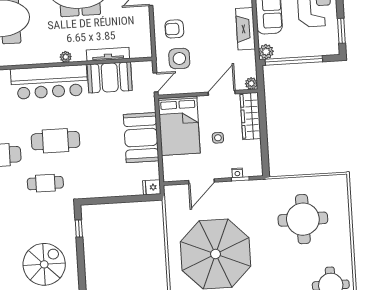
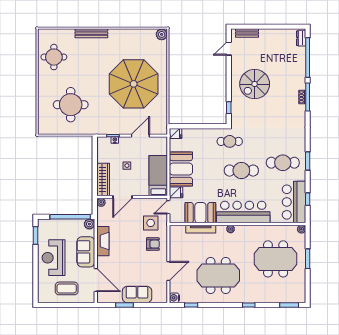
fridge: (146, 104) -> (176, 192), added
bed: (179, 126) -> (158, 176), width x0.67
cafe table: (45, 183) -> (230, 141), moved

